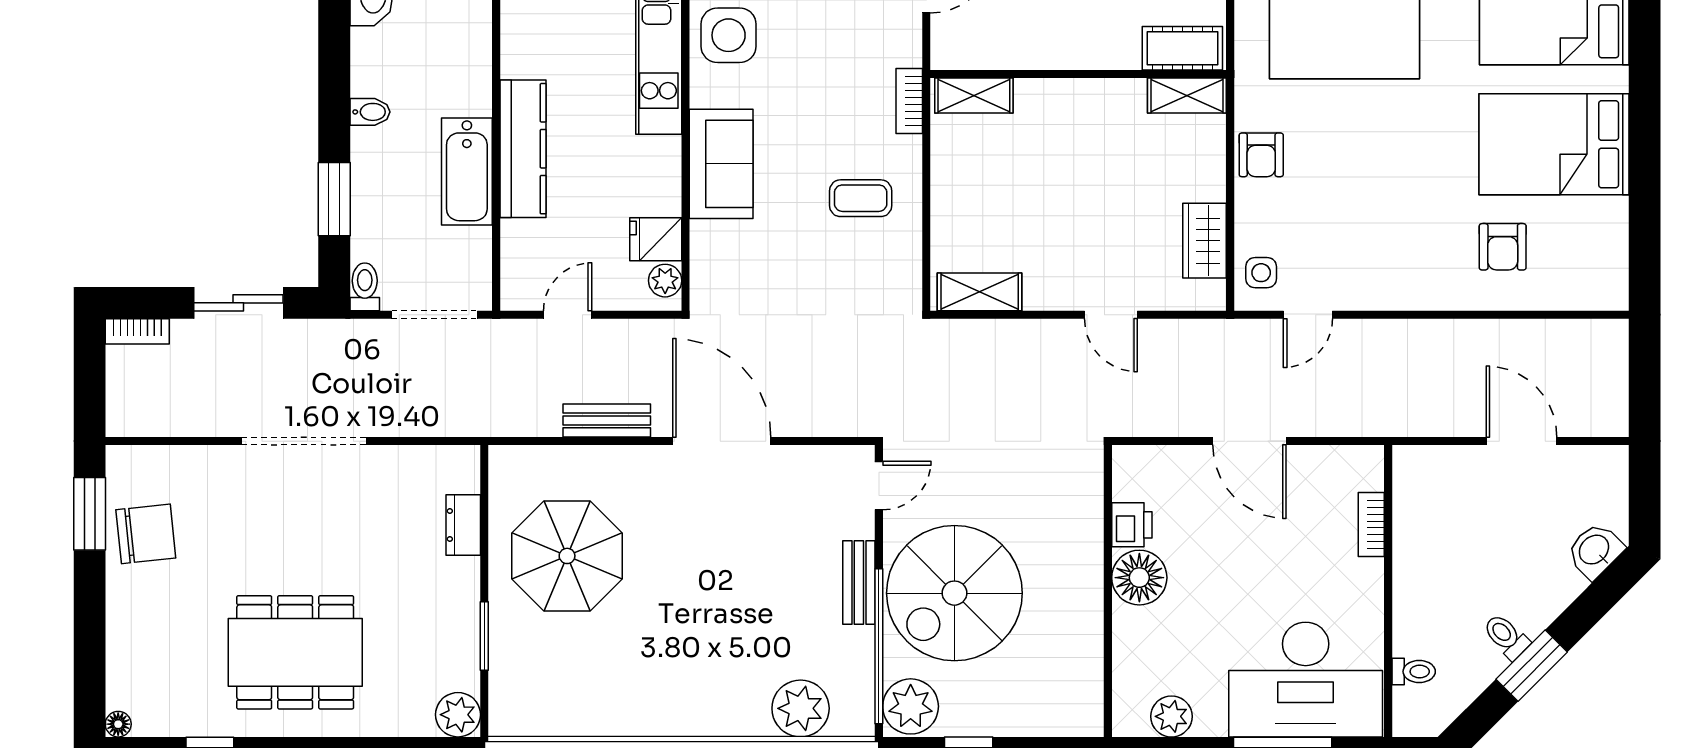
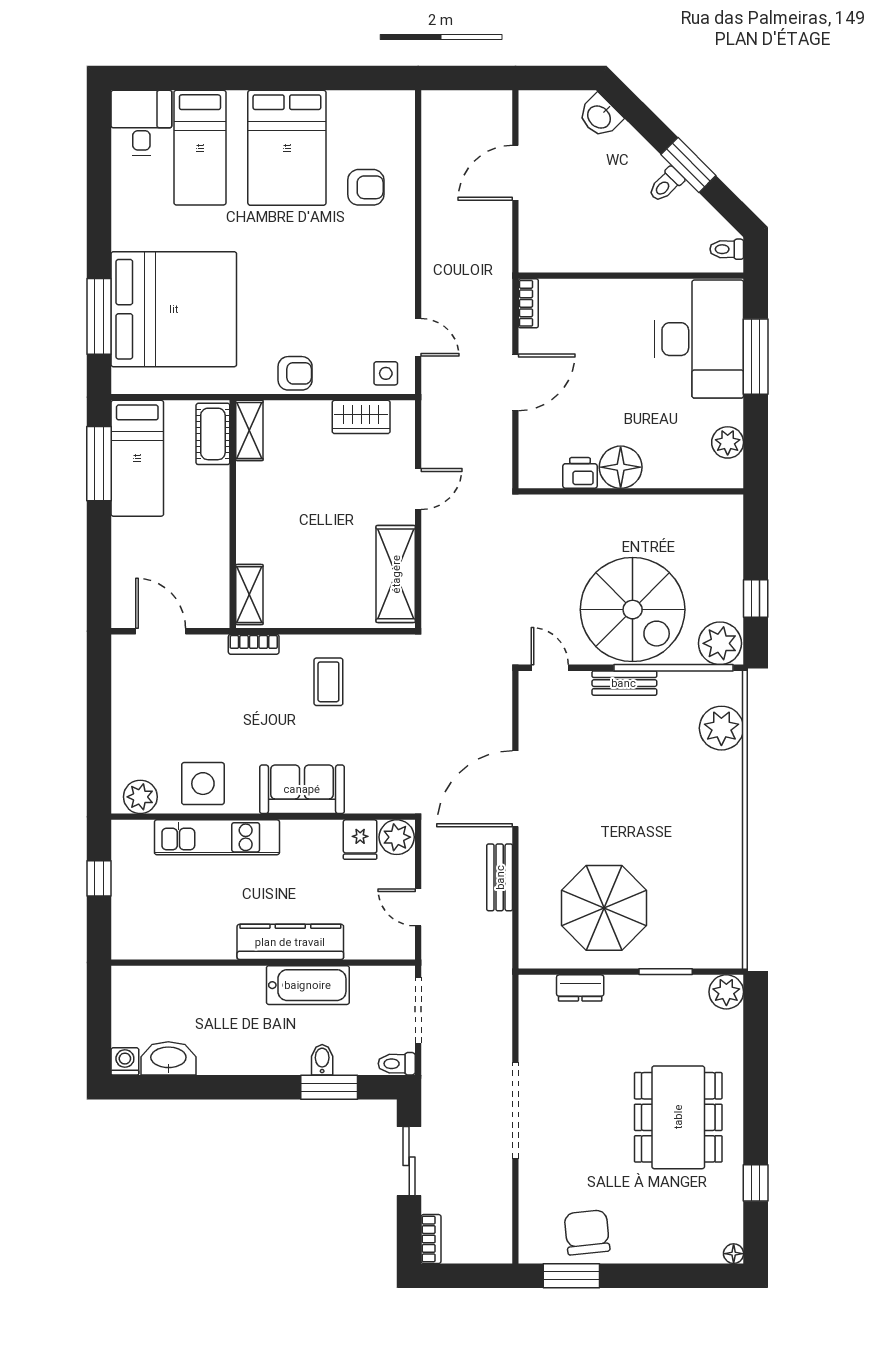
bidet: (370, 112) -> (322, 1060), moved
plant: (665, 281) -> (397, 837), width x1.38, depth x1.38
shelving: (980, 292) -> (396, 574), width x1.50, depth x1.33
bookcase: (1371, 525) -> (528, 303), moved, turned -90
toilet: (1414, 672) -> (727, 249), moved, turned -90

